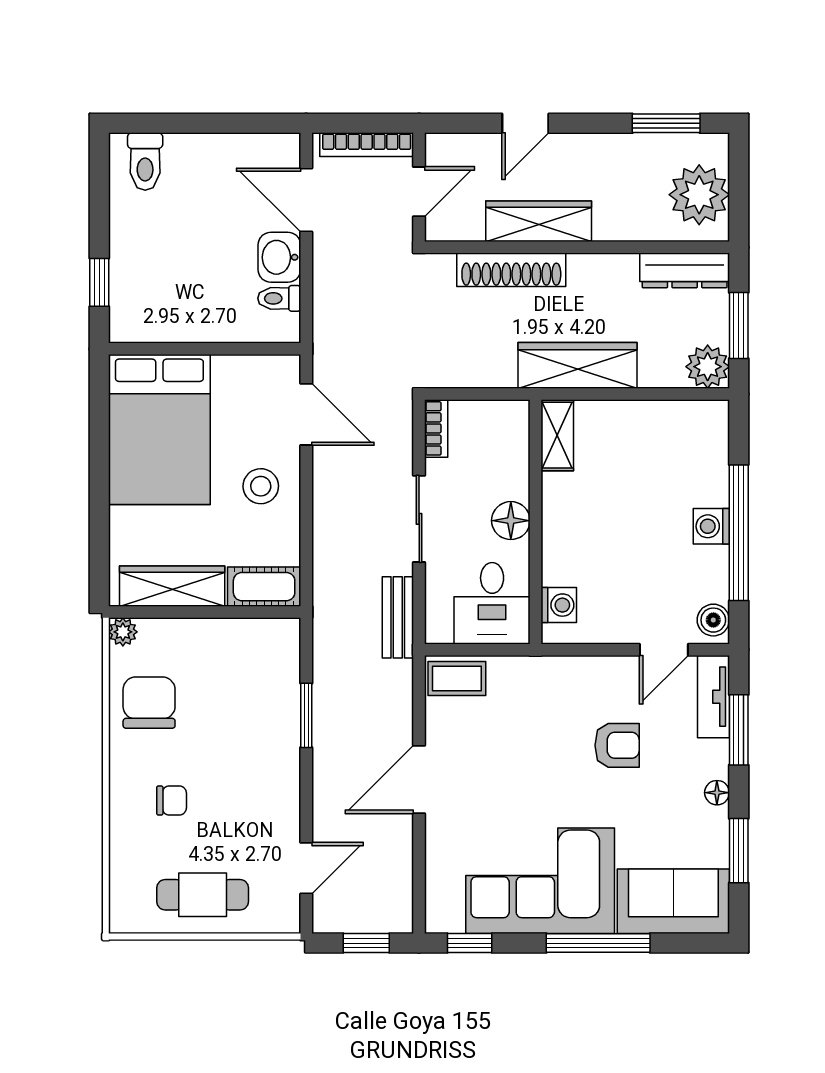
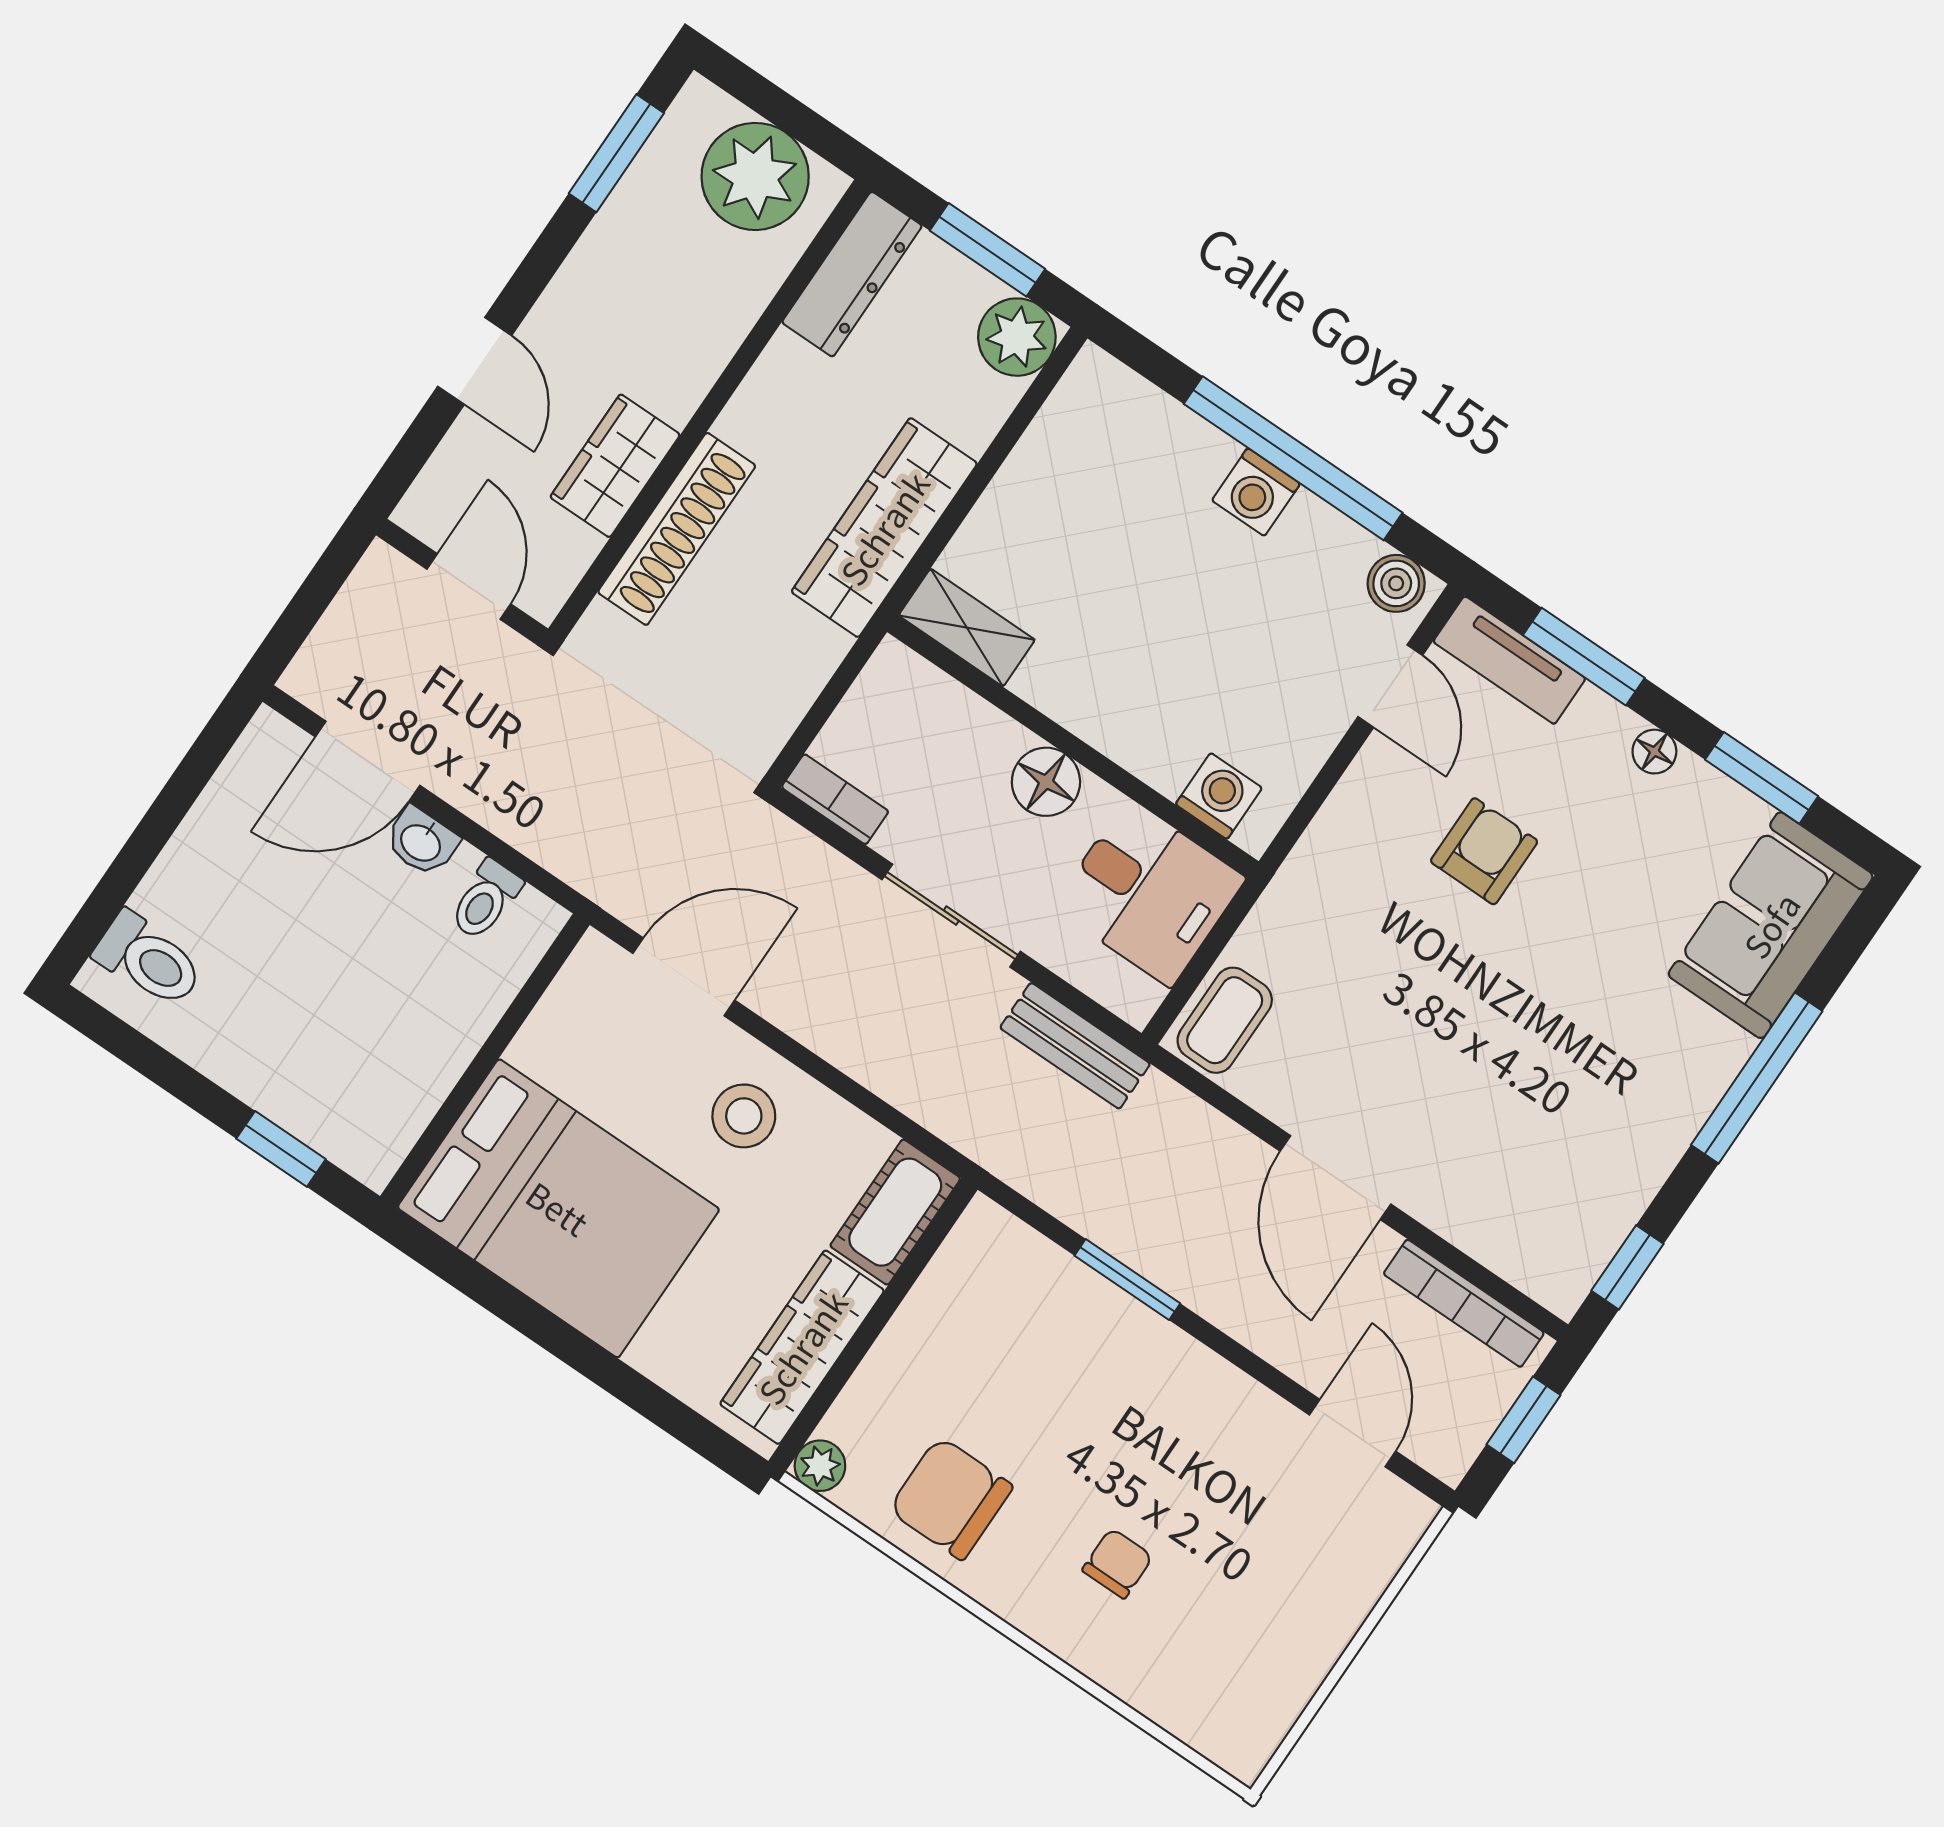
bookcase: (367, 145) -> (1464, 1303), moved, turned 90
wardrobe: (539, 221) -> (615, 466), width x0.67
washbasin: (279, 257) -> (421, 842), width x0.72, depth x0.69
corner sofa: (540, 881) -> (1606, 1101), removed
cafe table: (203, 895) -> (1288, 1613), removed

